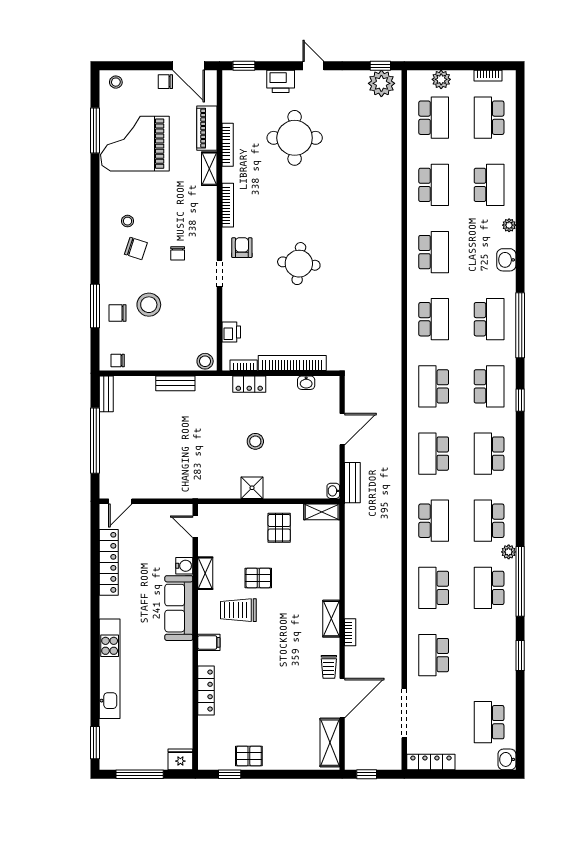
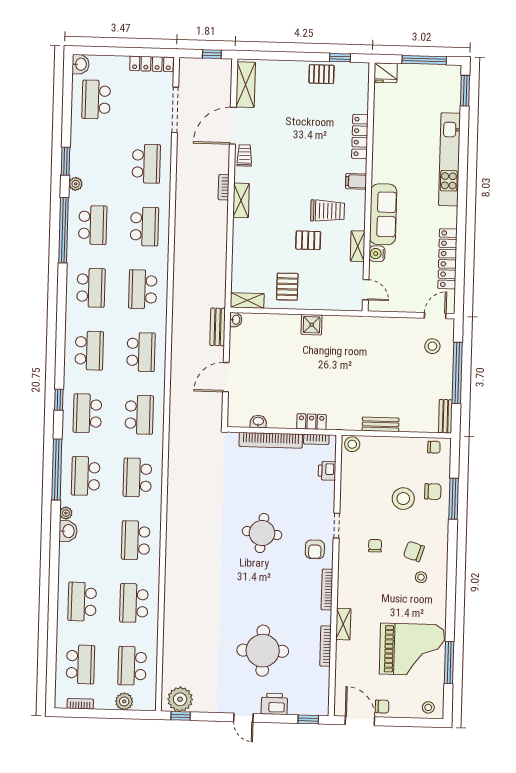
piano: (207, 128) -> (344, 662), removed
plant: (509, 225) -> (66, 513), moved
stool: (255, 441) -> (432, 346), moved
plant: (509, 552) -> (76, 184), moved
school desk: (489, 722) -> (96, 99), turned 180

